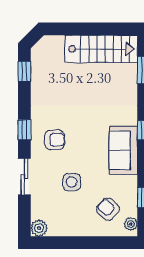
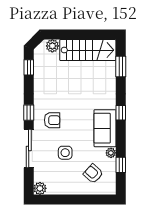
plant: (55, 43) -> (52, 46), added
sliding door: (24, 176) -> (29, 149), width x1.37
plant: (131, 224) -> (111, 153), moved

